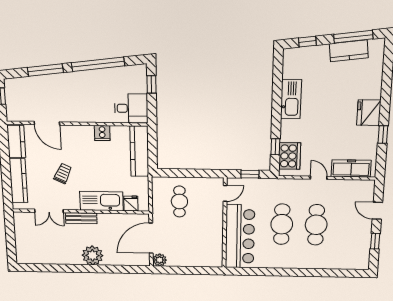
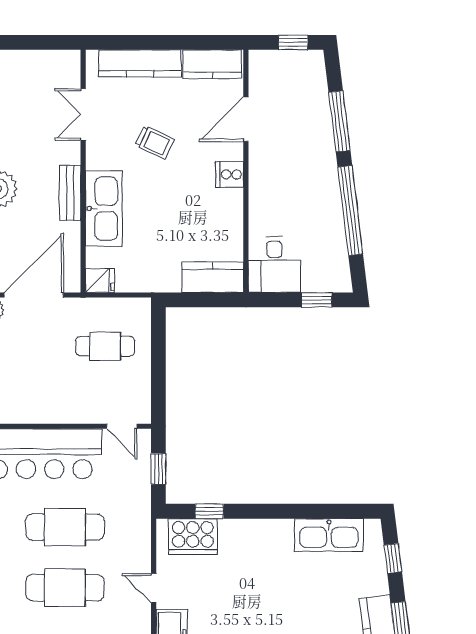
kitchen sink: (291, 99) -> (329, 535), moved
cooker: (102, 133) -> (230, 174), moved
kitchen counter: (139, 151) -> (213, 277), width x0.67
door: (319, 178) -> (154, 588), swing flipped
fridge: (131, 203) -> (100, 281), moved
bench: (81, 218) -> (70, 193), moved
door: (151, 238) -> (34, 295), hinge flipped

